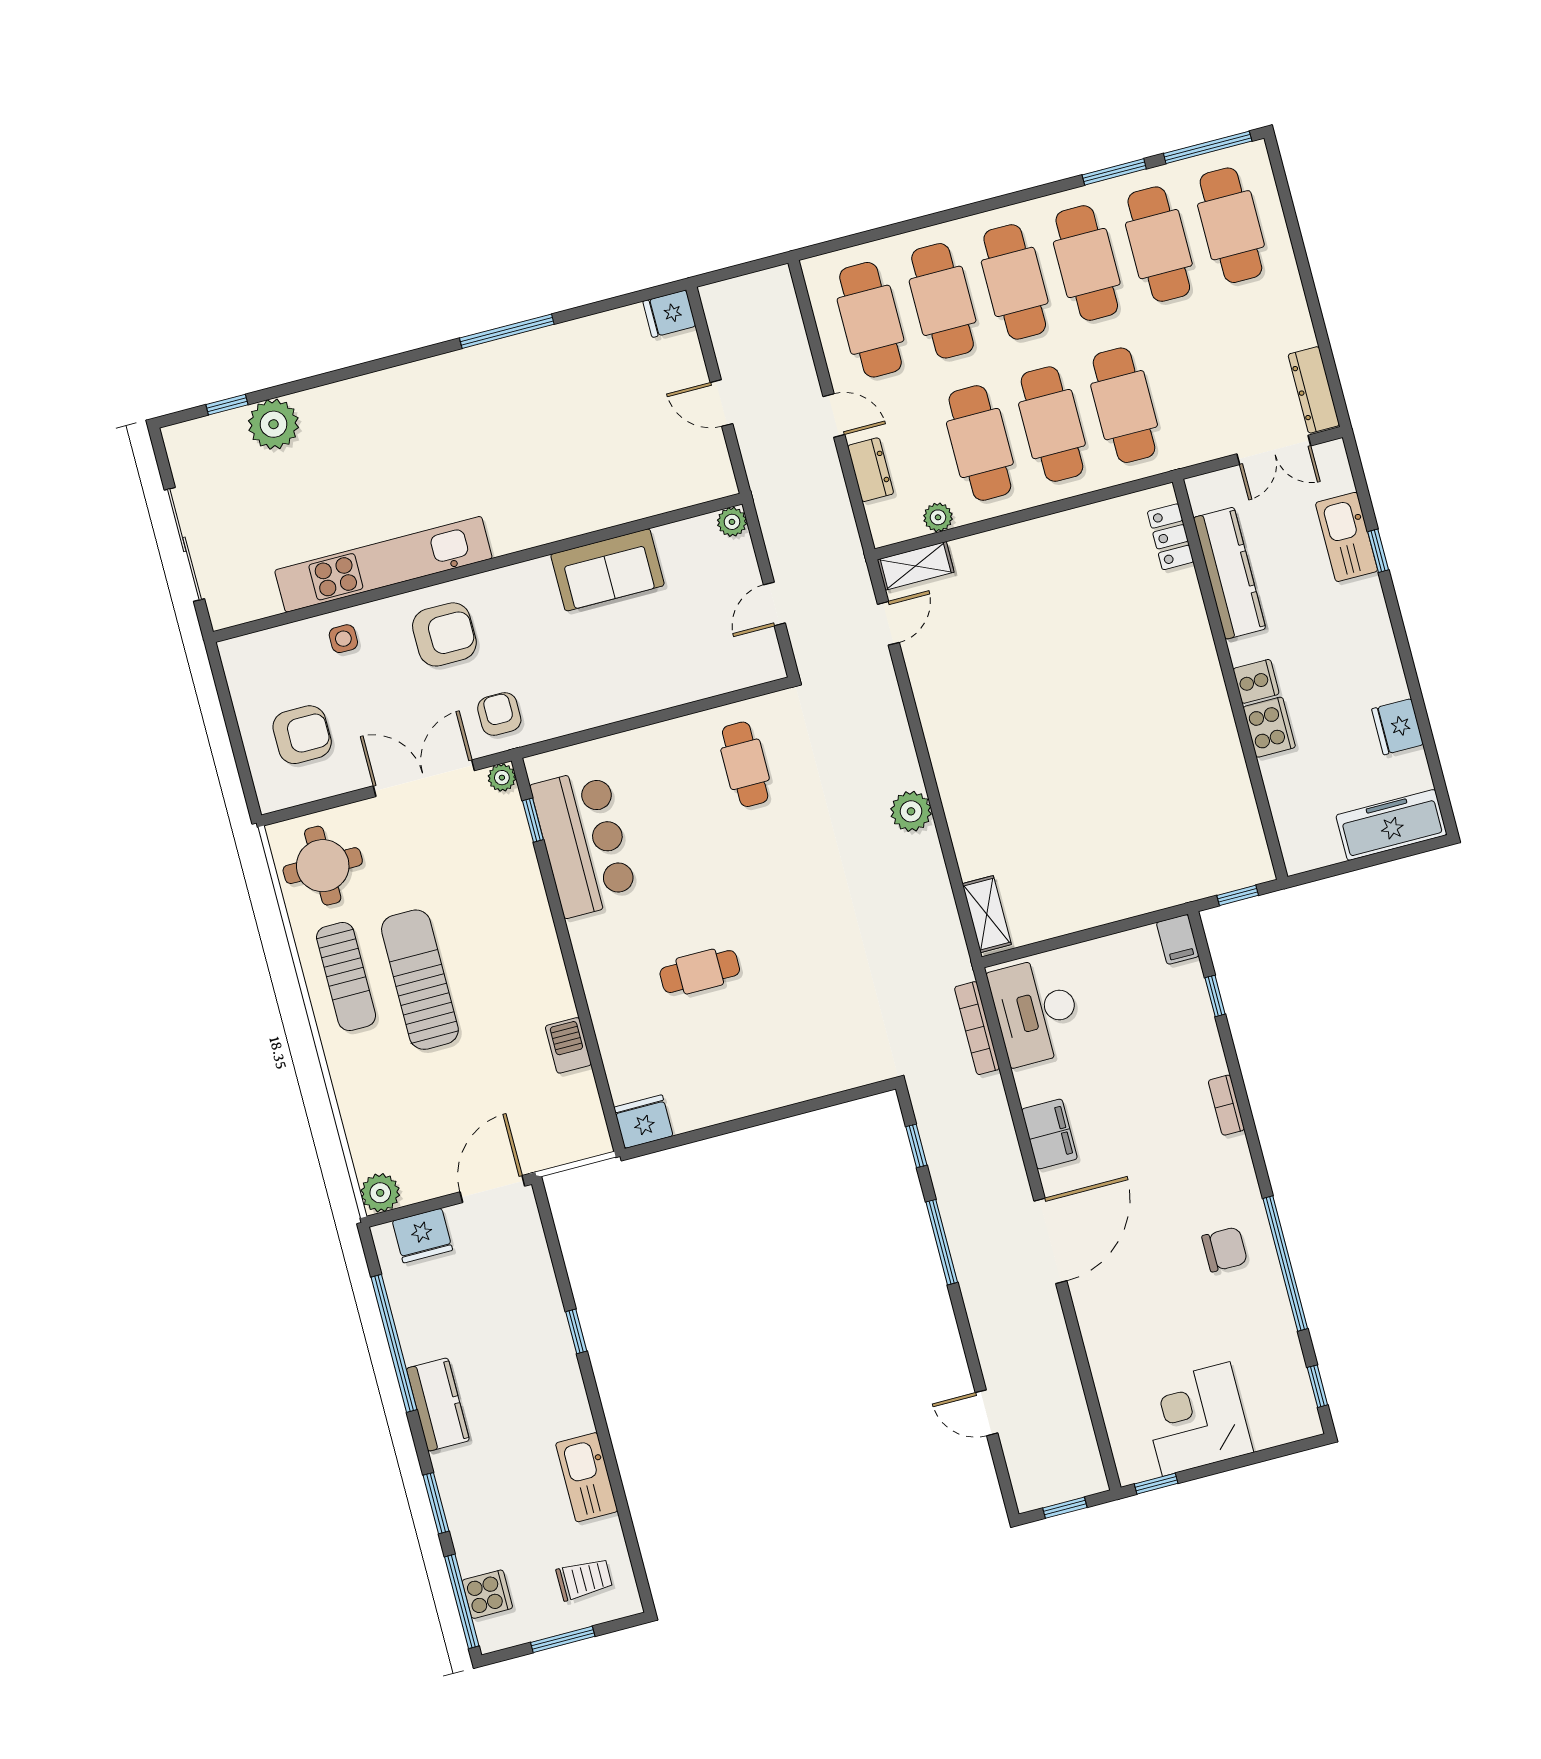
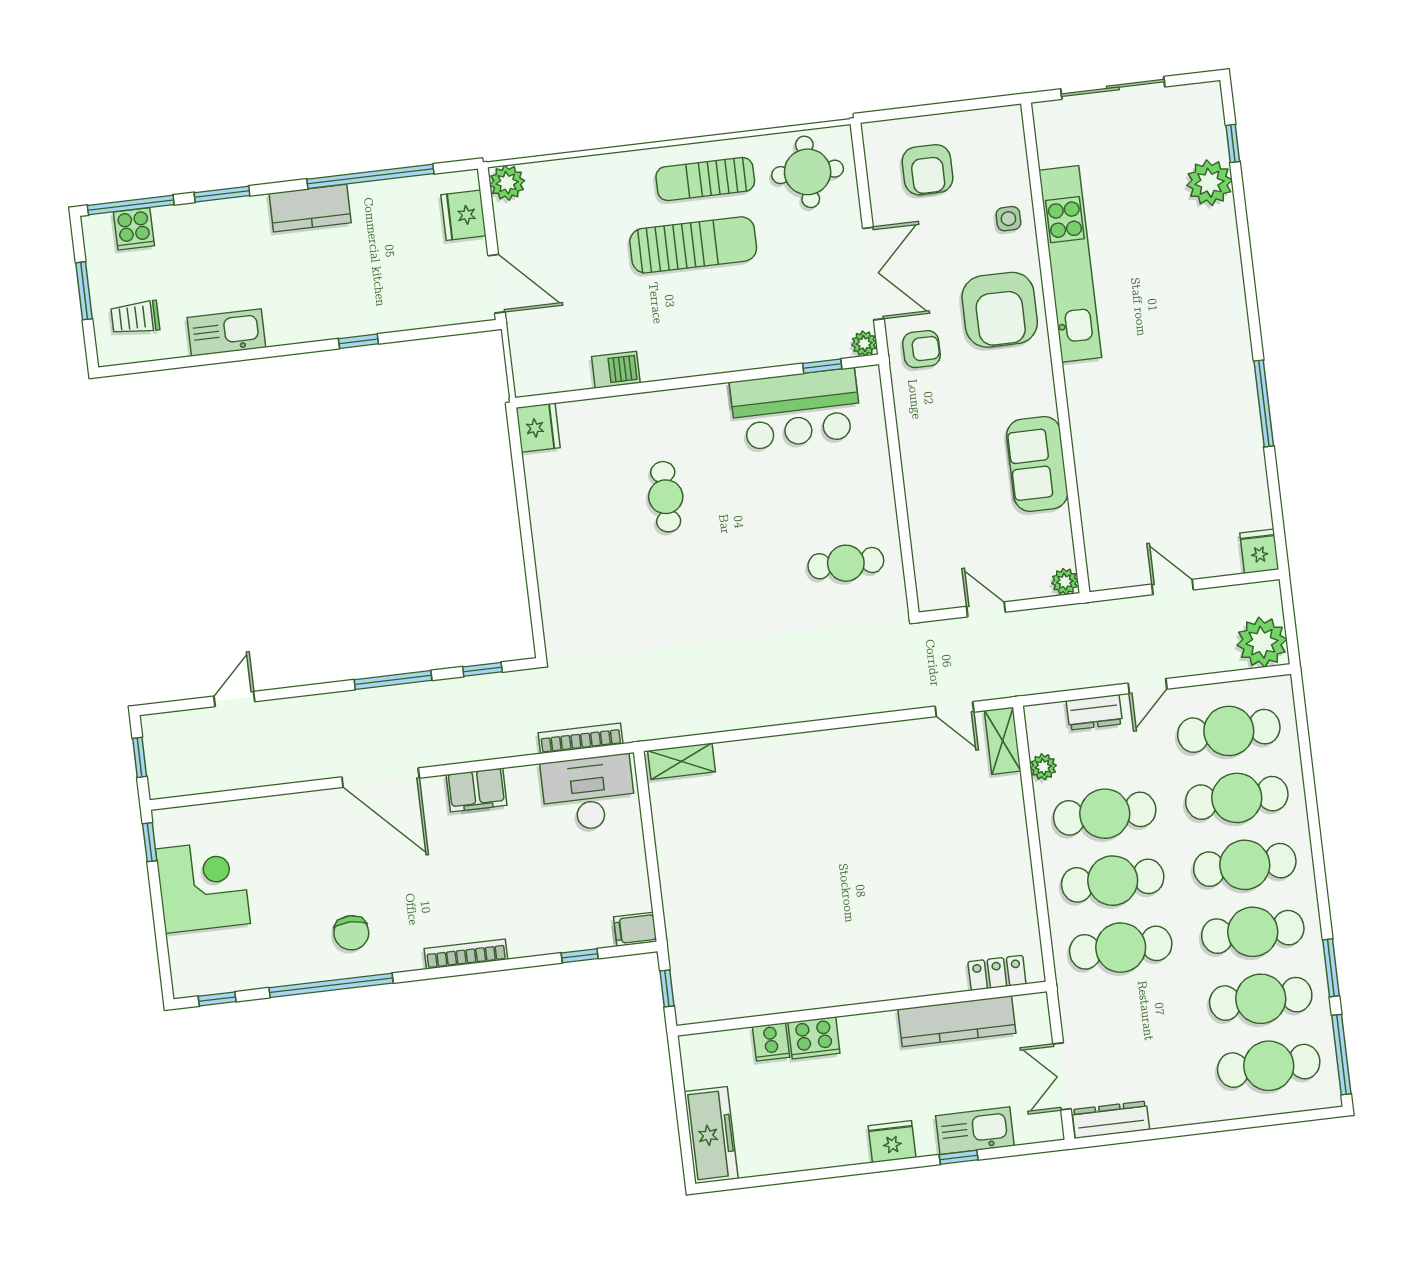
door: (722, 403) -> (1173, 587), hinge flipped
armchair: (444, 634) -> (1000, 310), width x1.36, depth x1.36
cooker: (1256, 681) -> (771, 1042), moved
fridge: (1397, 727) -> (892, 1142), moved
plant: (911, 811) -> (1262, 642), moved, width x1.36, depth x1.36
bookcase: (1226, 1105) -> (466, 954), width x1.56
trolley: (584, 1579) -> (135, 318), turned 90

